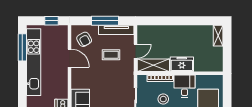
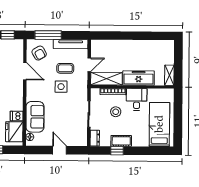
window: (105, 21) -> (48, 35), moved
shelving: (218, 36) -> (169, 75), moved
freezer: (182, 64) -> (139, 78), width x1.40
side table: (107, 74) -> (61, 87), added

